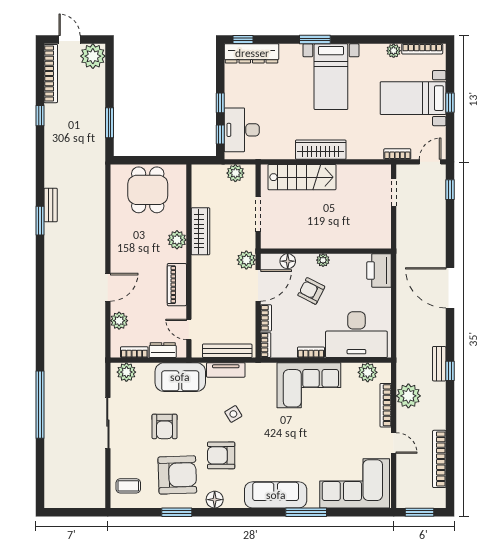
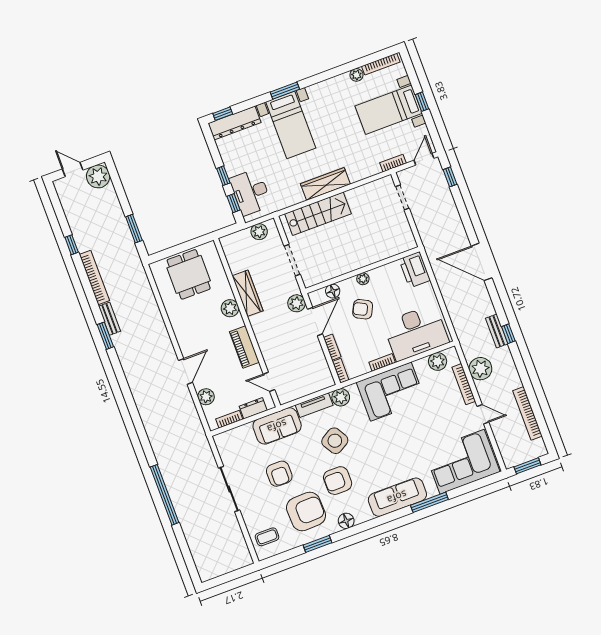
bookcase: (51, 74) -> (94, 278), moved
bed with nightstands: (331, 77) -> (291, 125), moved
bench: (227, 351) -> (309, 388), removed
plant: (126, 372) -> (341, 397), moved
side table: (233, 414) -> (335, 441), width x1.87, depth x1.87

